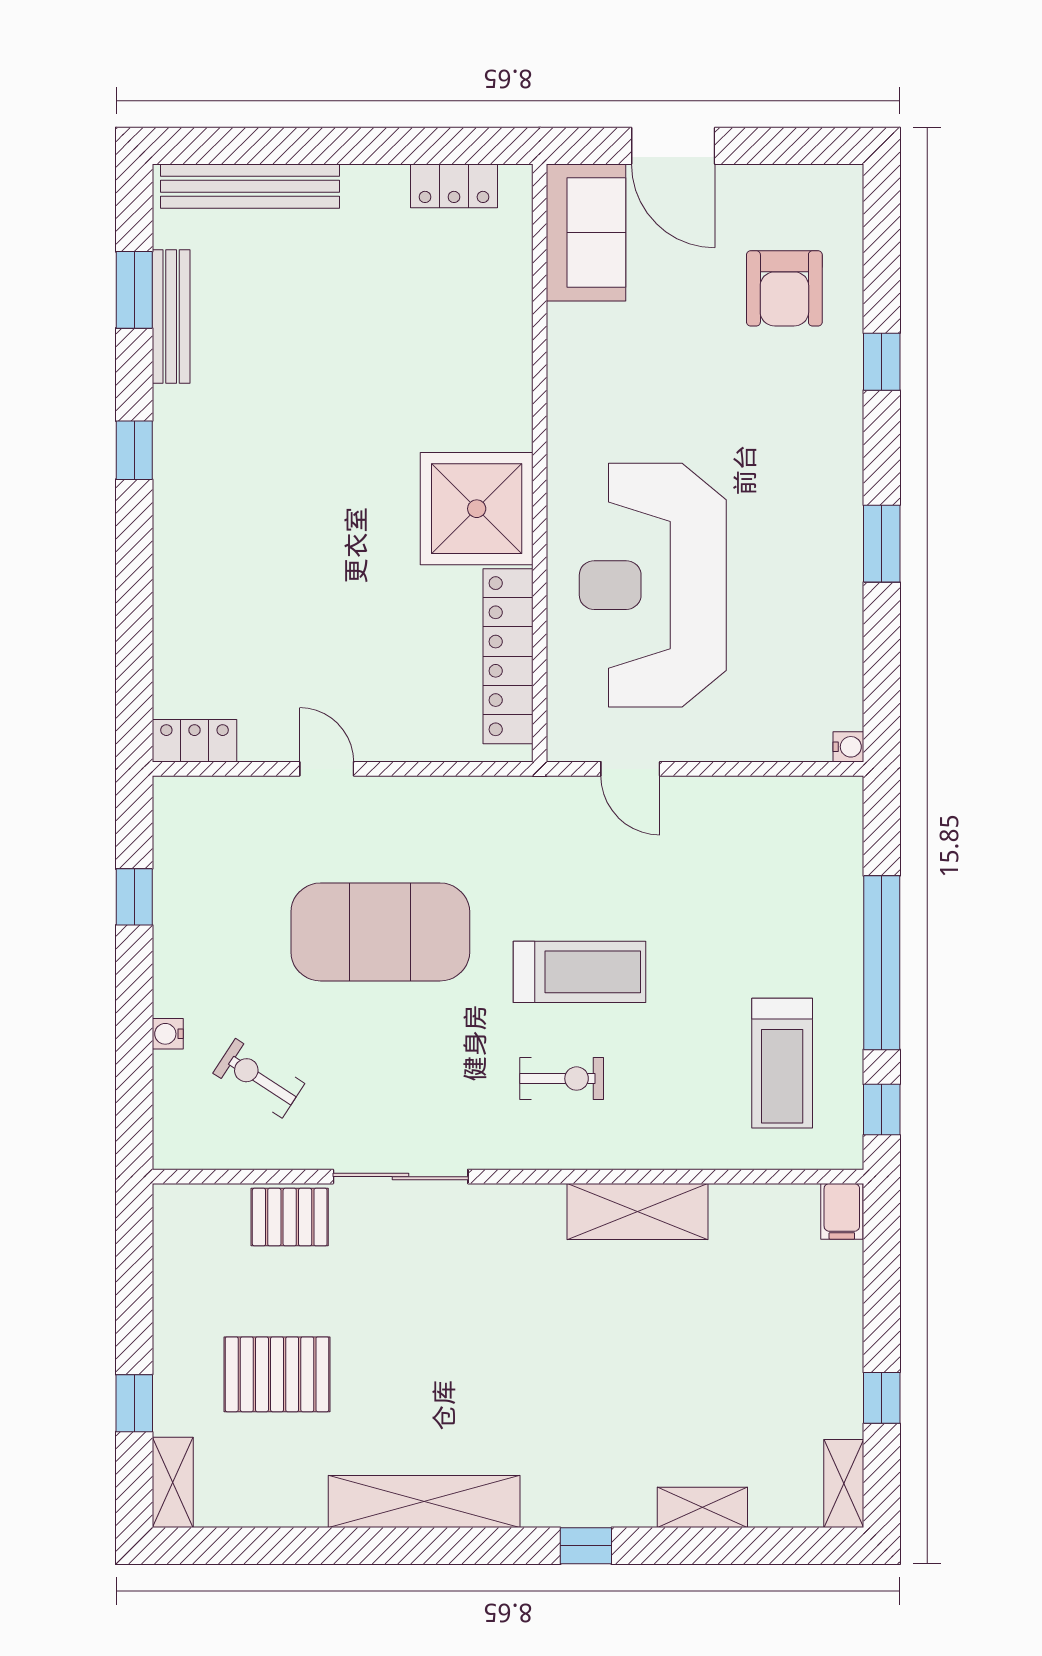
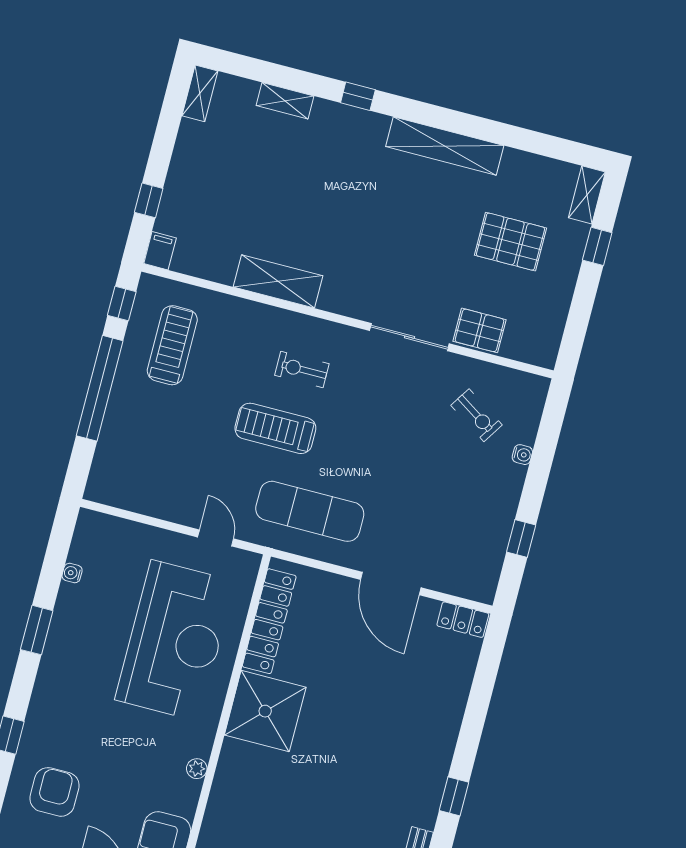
plant: (563, 386) -> (197, 769), added
water cooler: (848, 747) -> (72, 573), moved
door: (327, 769) -> (391, 584), width x1.88
exercise mat: (380, 932) -> (310, 511), moved, width x0.68
window: (882, 1398) -> (149, 200), moved

